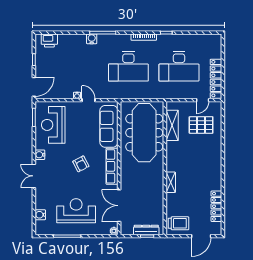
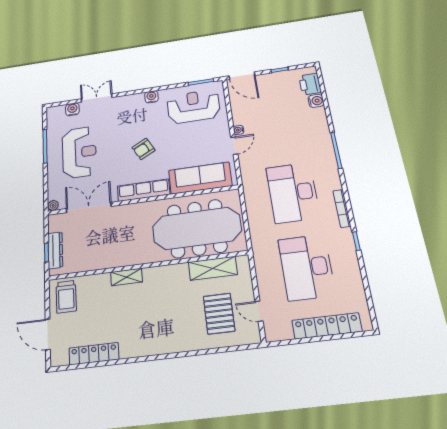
water cooler: (92, 39) -> (316, 101), moved
locker: (216, 79) -> (327, 326), moved
double door: (34, 176) -> (97, 98), moved

